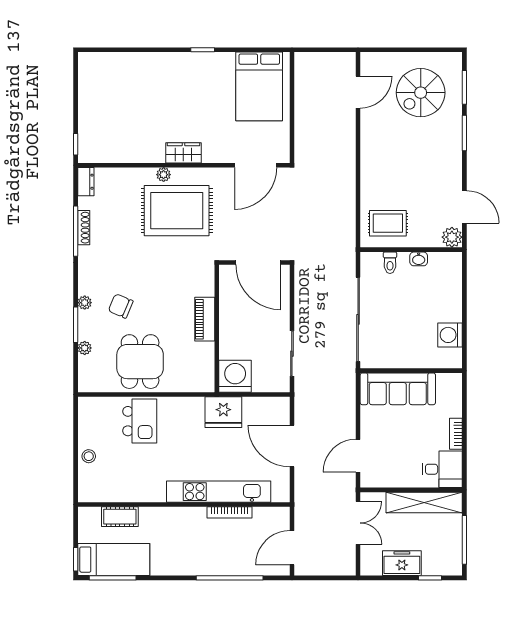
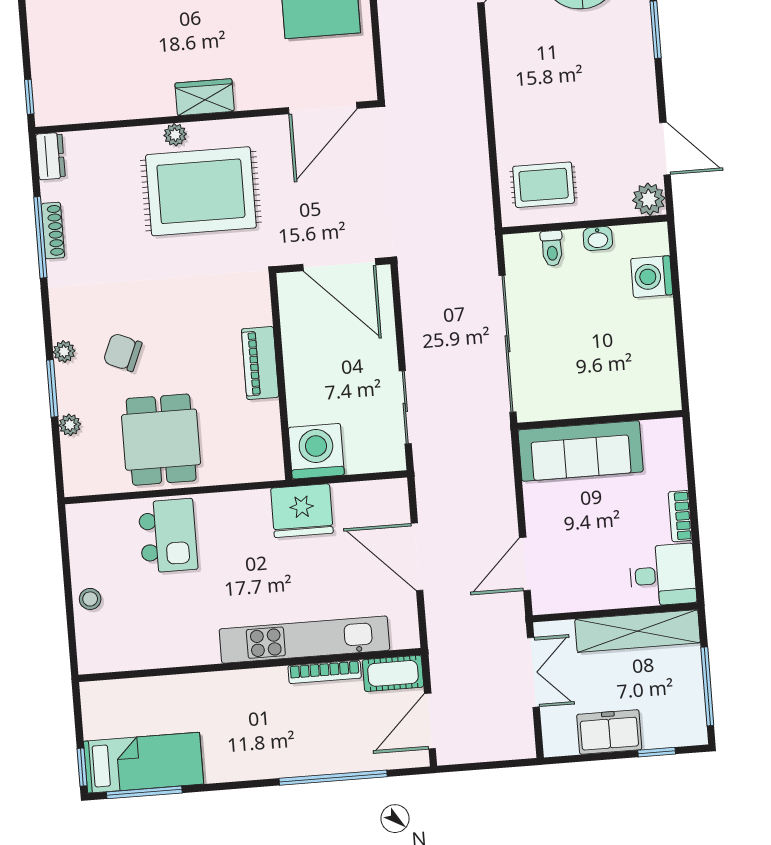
washing machine: (450, 335) -> (652, 277), moved
cot: (120, 517) -> (393, 673), moved

